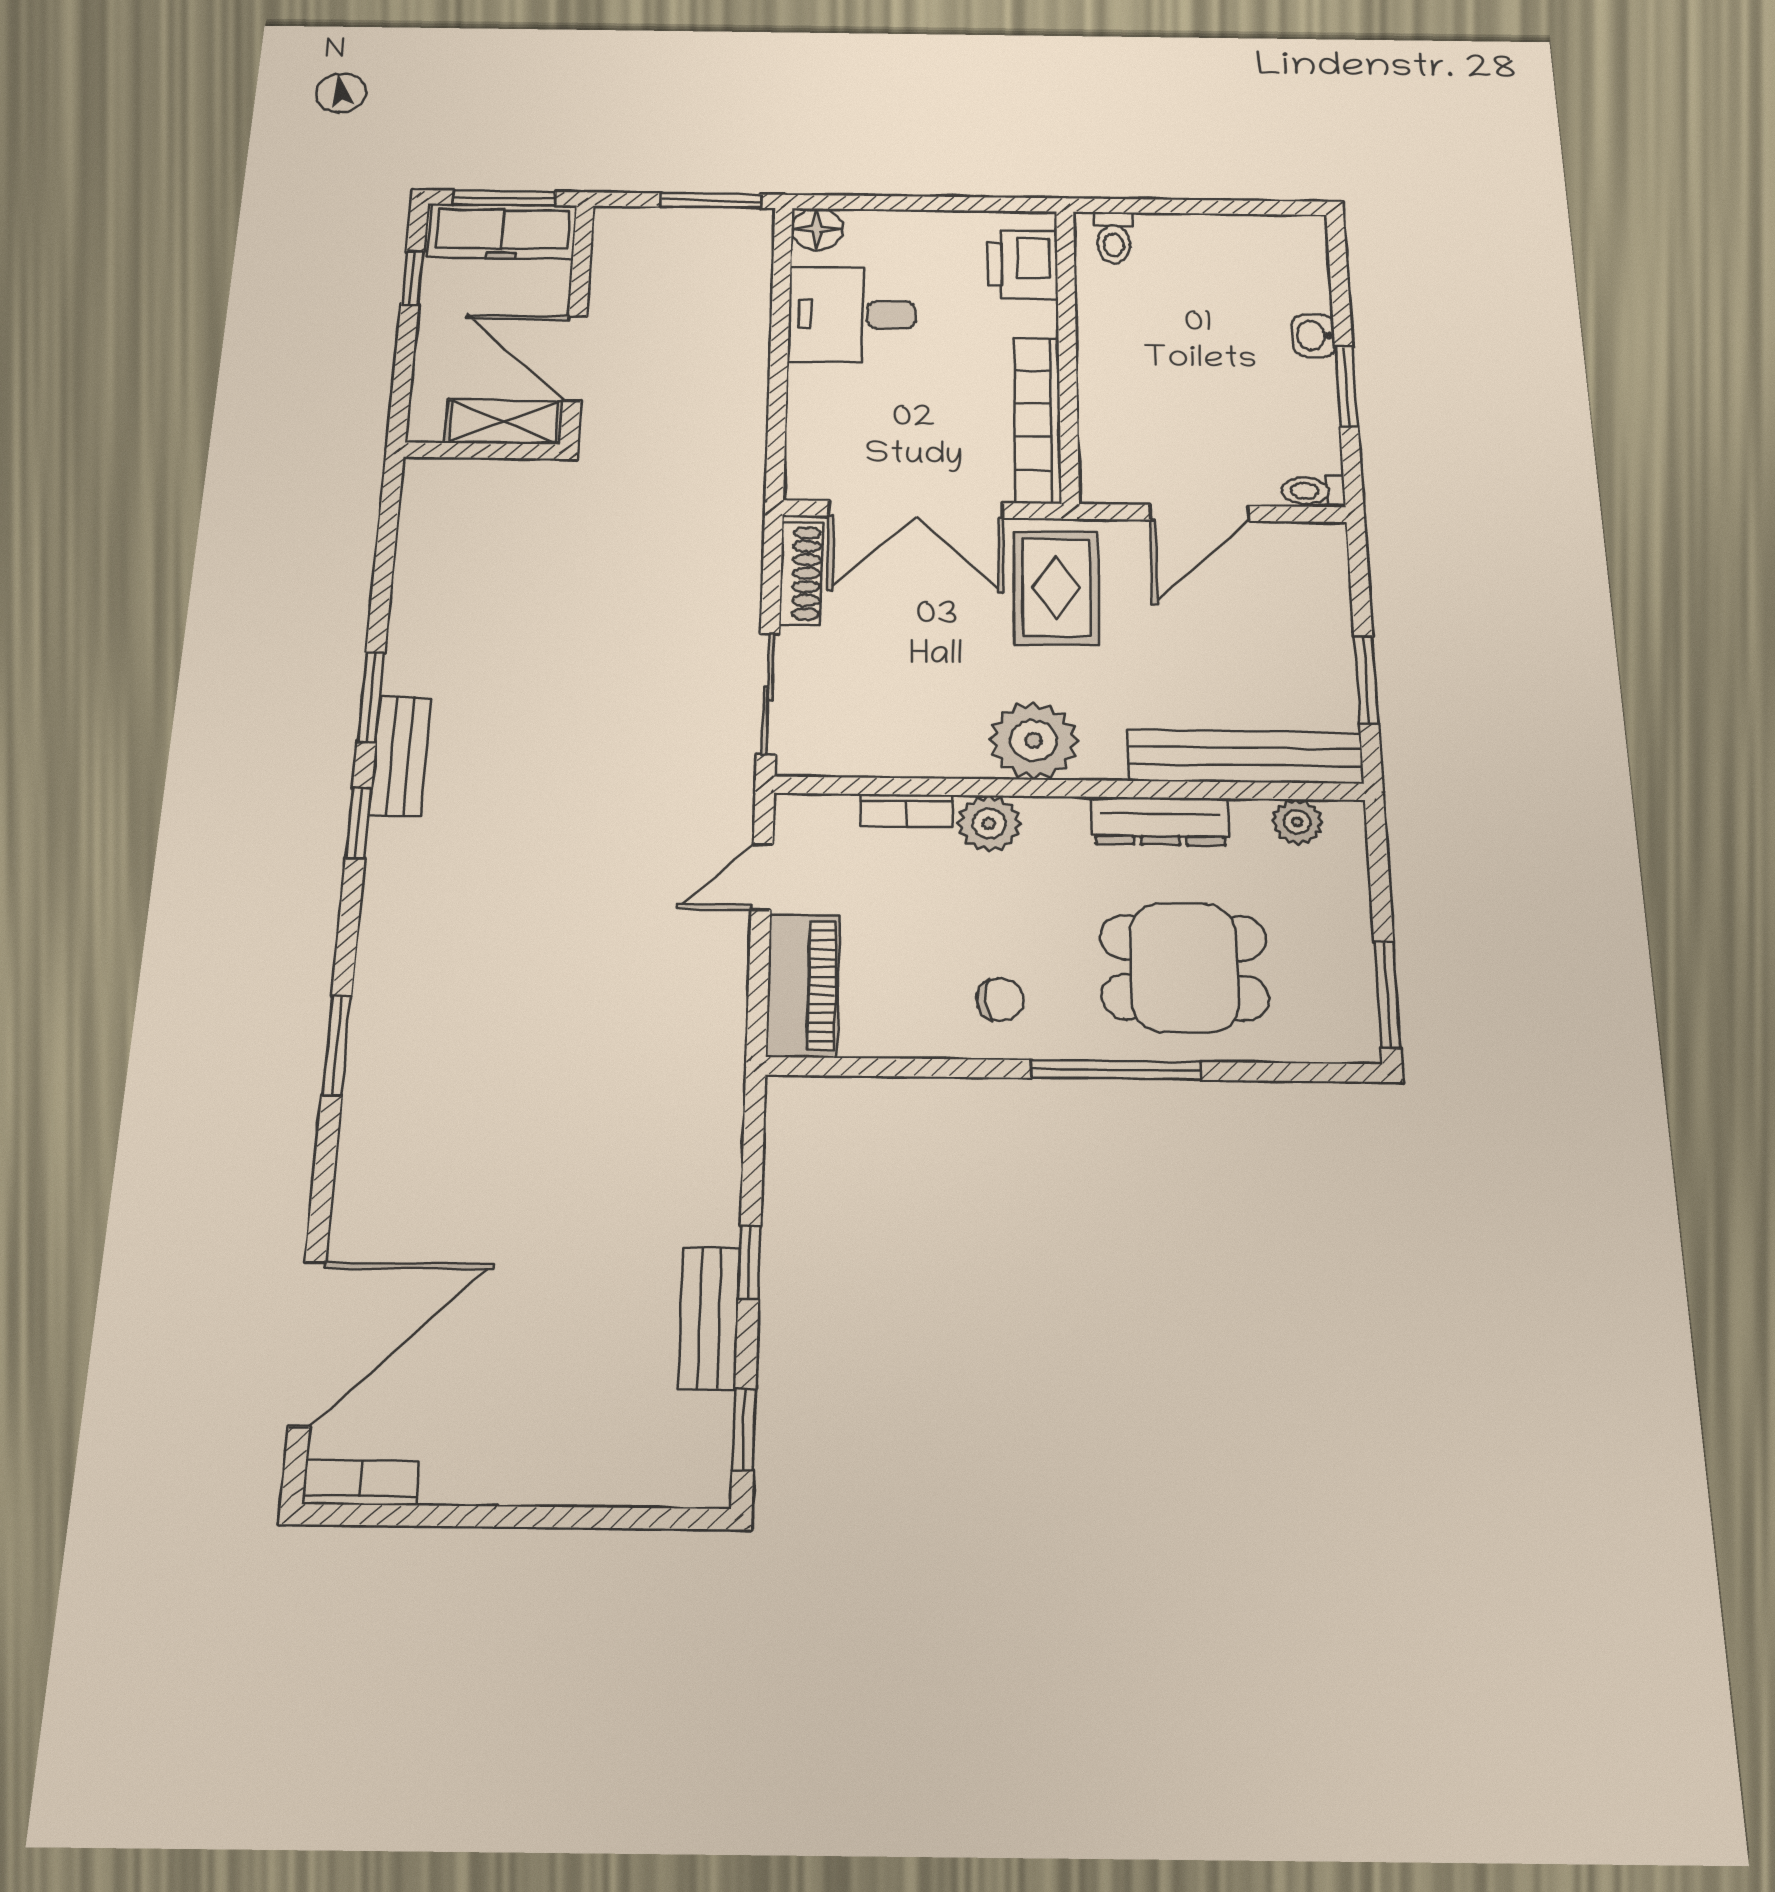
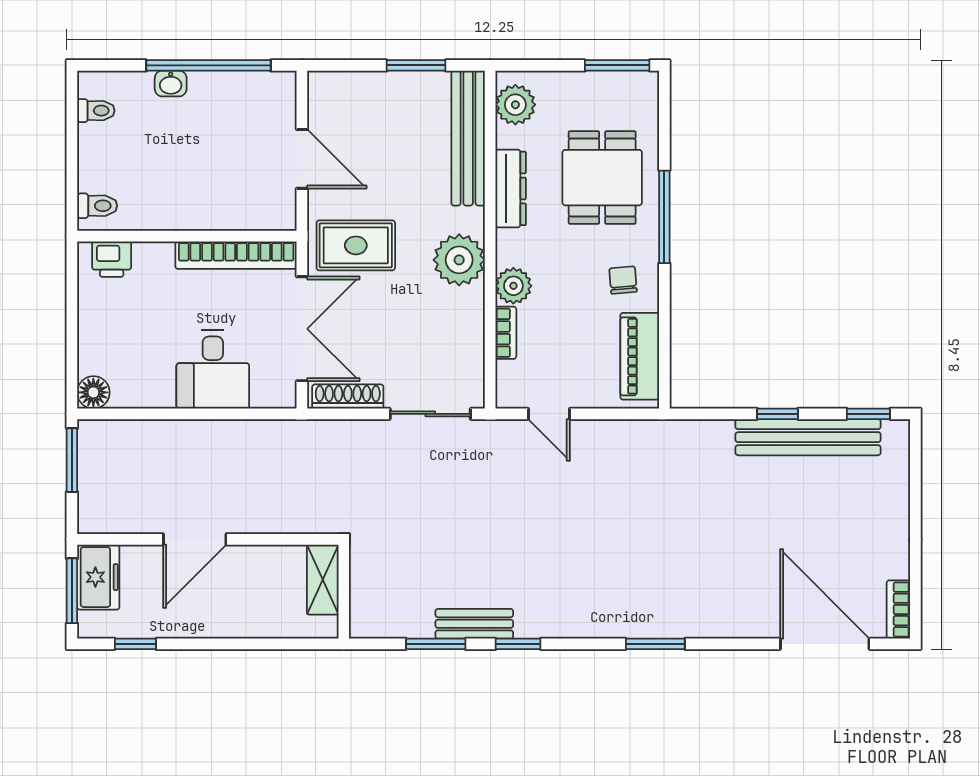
freezer: (503, 231) -> (98, 577), width x0.71
printer: (1022, 264) -> (112, 259), width x0.73, depth x0.81
desk: (852, 315) -> (213, 369), moved
window: (1346, 386) -> (208, 65), width x2.11
shelving: (504, 422) -> (323, 580), moved
wall: (482, 451) -> (344, 592), moved
toilet: (1314, 491) -> (96, 111), moved, turned -90
plant: (1297, 822) -> (515, 105), width x1.38, depth x1.38
piano: (803, 985) -> (640, 356), moved, turned -90
bench: (709, 1317) -> (808, 437), width x1.86, depth x1.21

